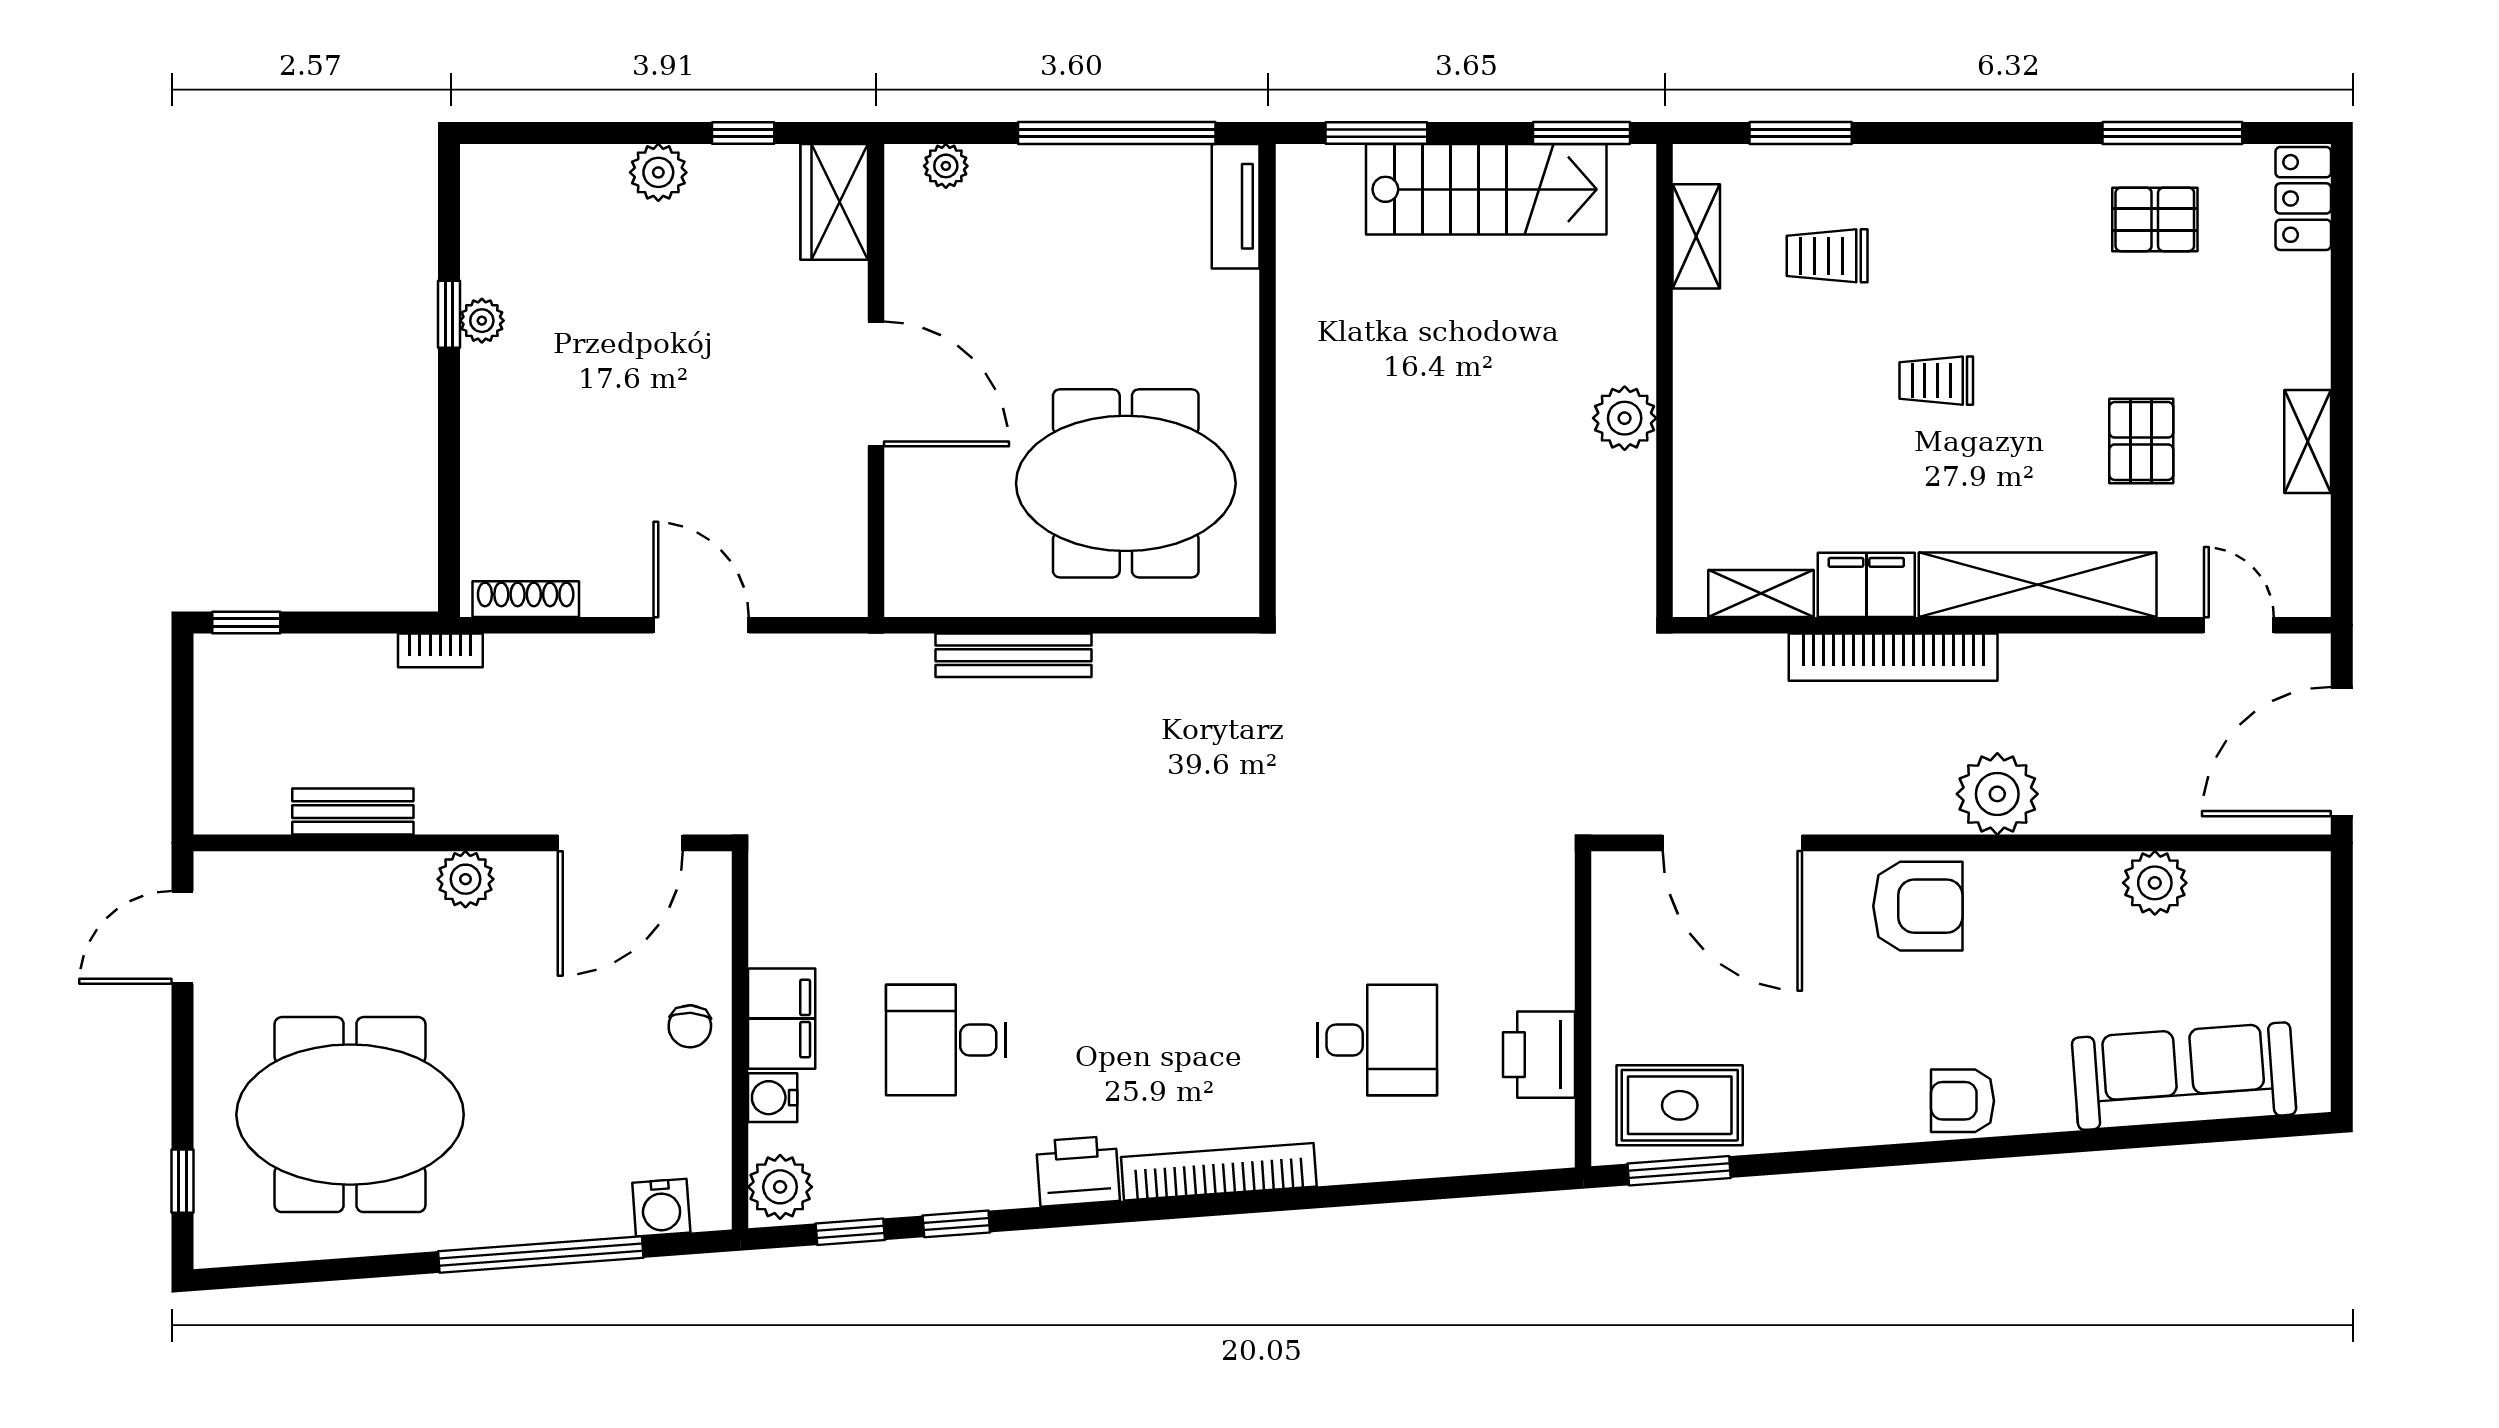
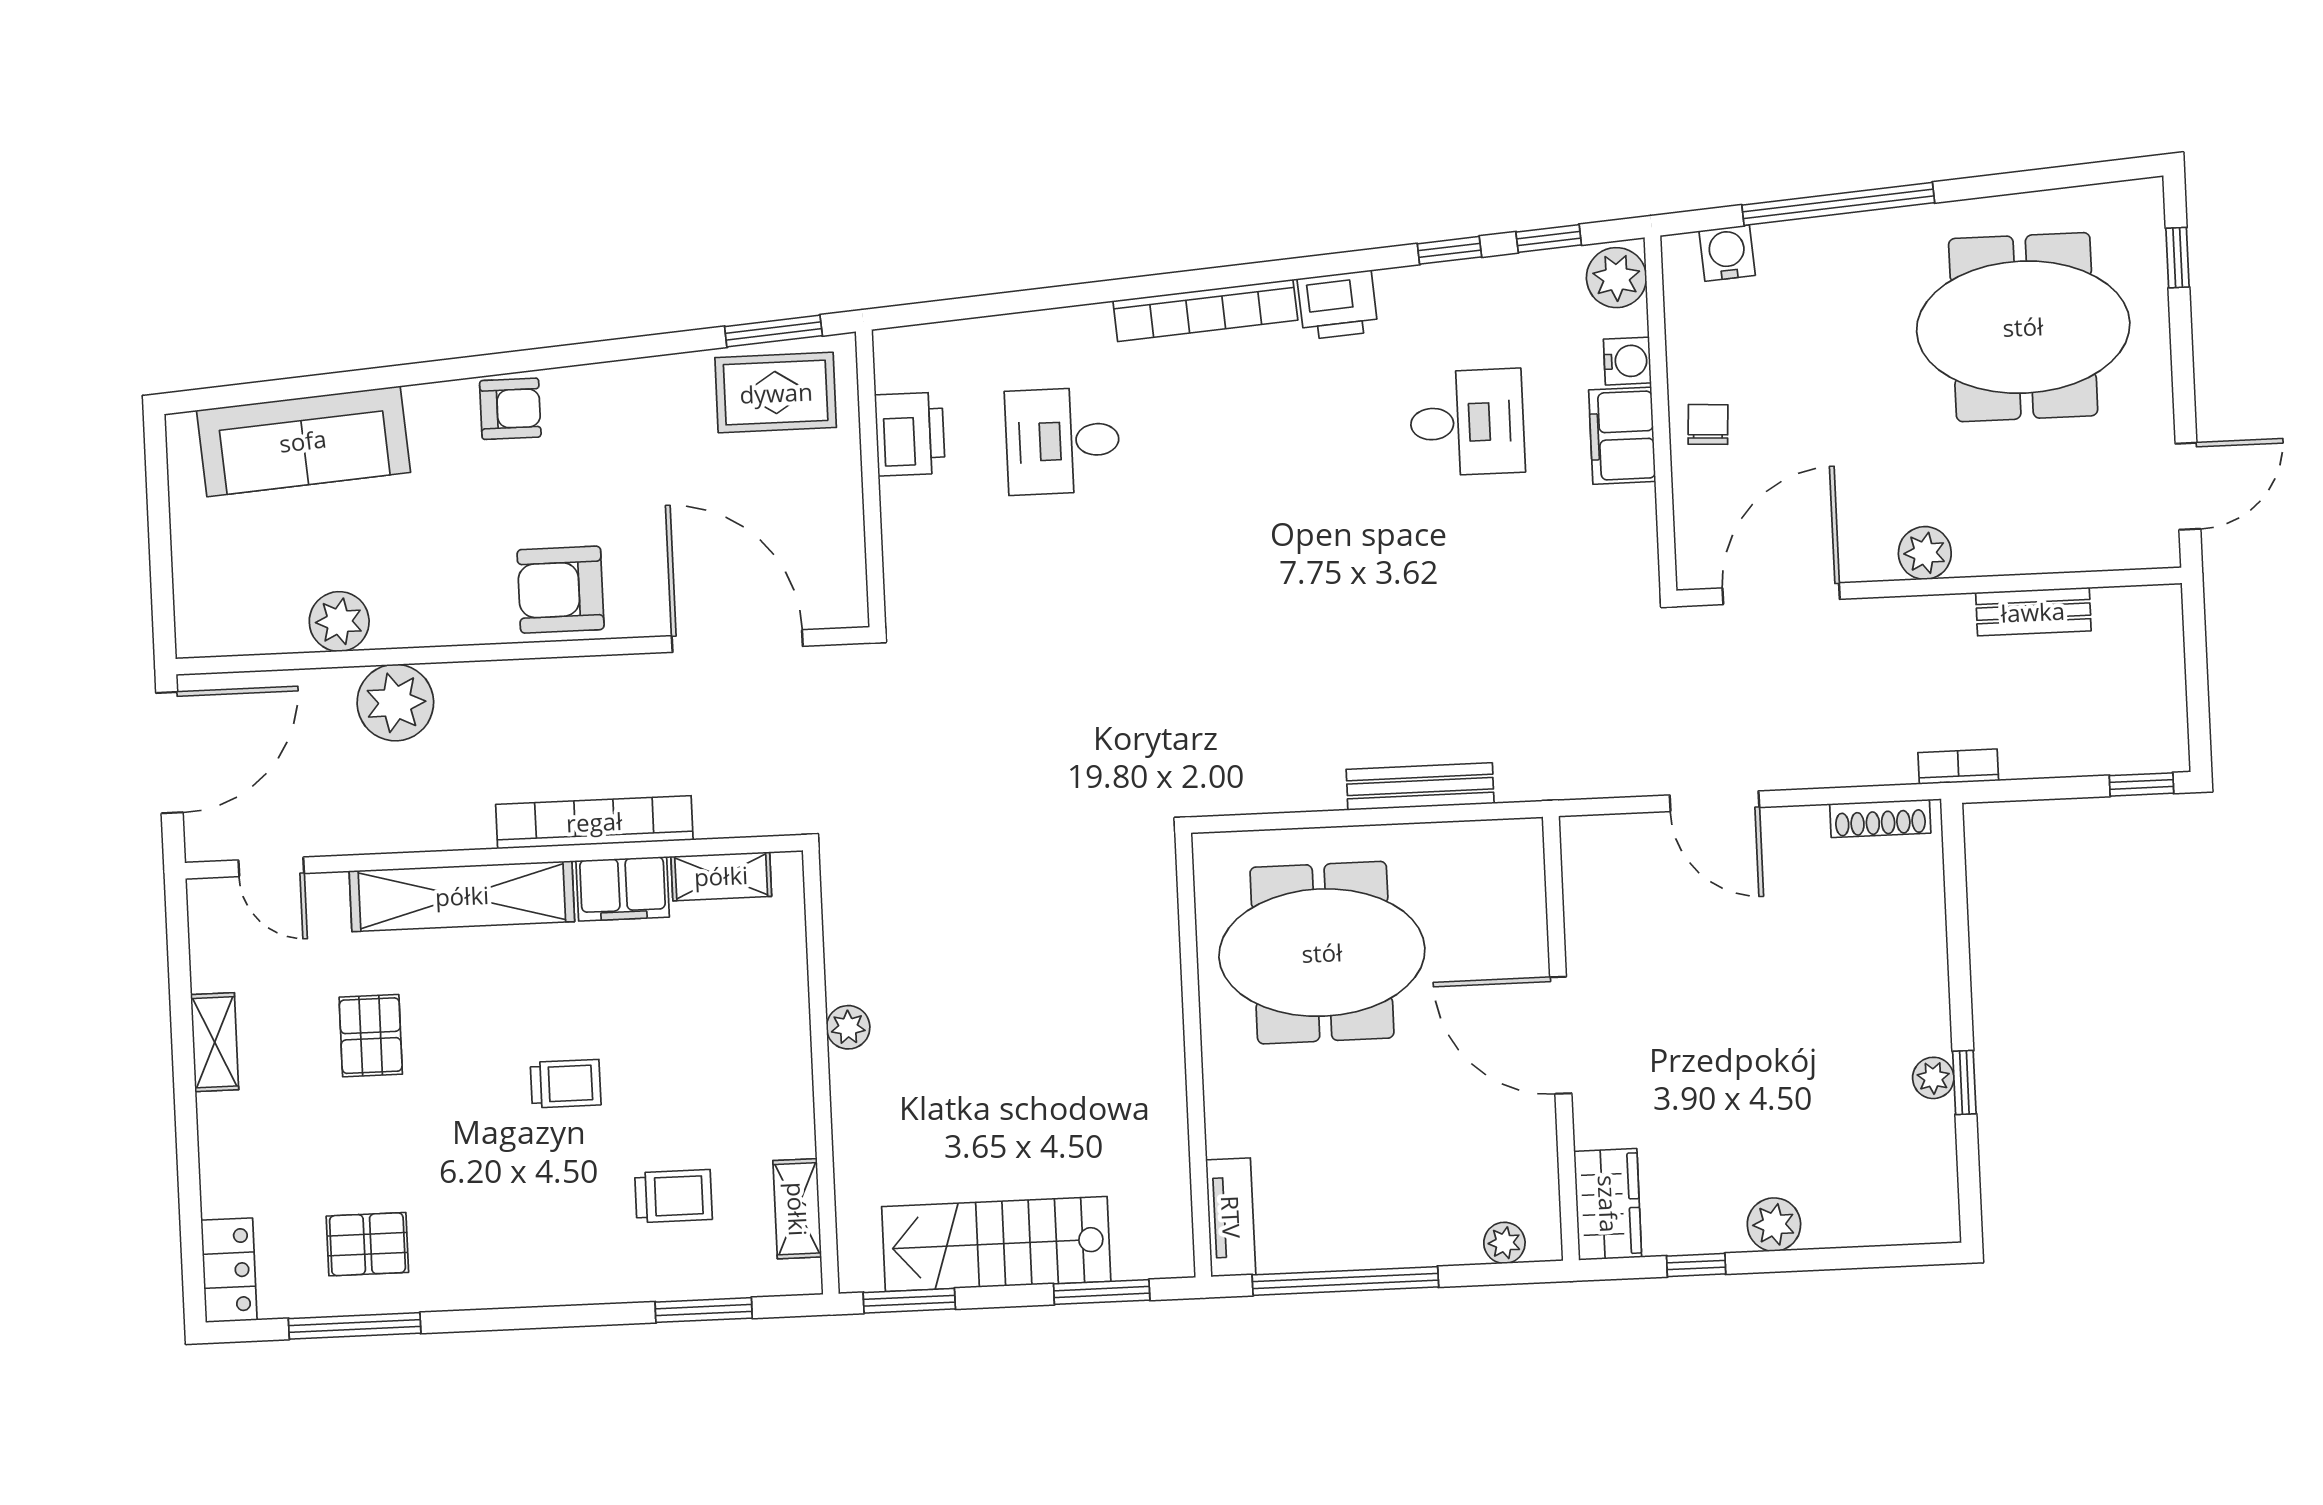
plant: (1625, 418) -> (848, 1027), width x0.73, depth x0.73
plant: (1997, 794) -> (395, 703), moved

